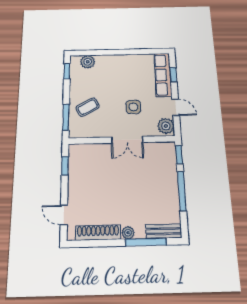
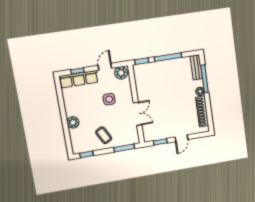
plant: (88, 62) -> (73, 122), moved
coffee table: (88, 107) -> (104, 135), moved
double door: (127, 140) -> (138, 114), moved
door: (64, 215) -> (181, 138), moved

